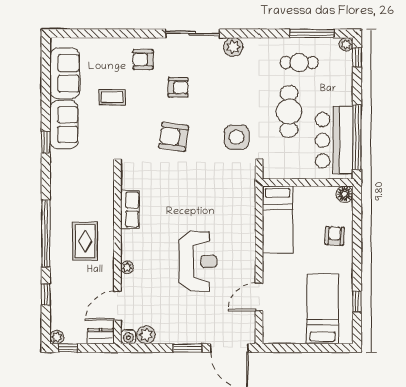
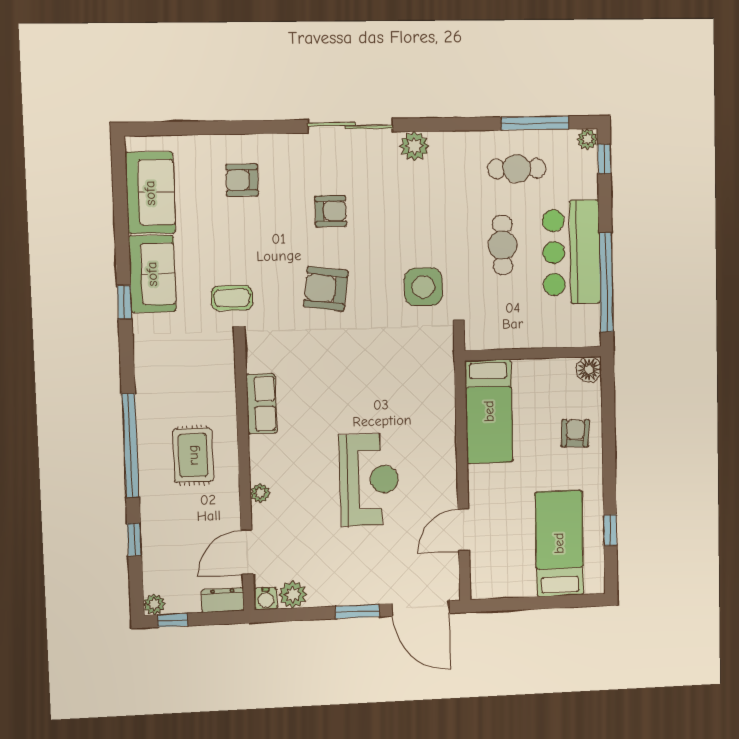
armchair: (143, 60) -> (242, 180), moved
coffee table: (112, 97) -> (232, 298), moved
cafe table: (289, 111) -> (503, 245), width x0.73, depth x0.74
bar counter: (334, 140) -> (571, 252), moved

